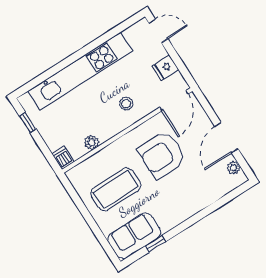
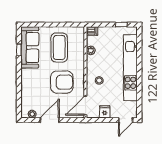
door: (174, 101) -> (85, 106), hinge flipped
door: (226, 138) -> (50, 120), hinge flipped
armchair: (162, 155) -> (62, 82), turned 90
sofa: (134, 236) -> (30, 47), width x1.36

